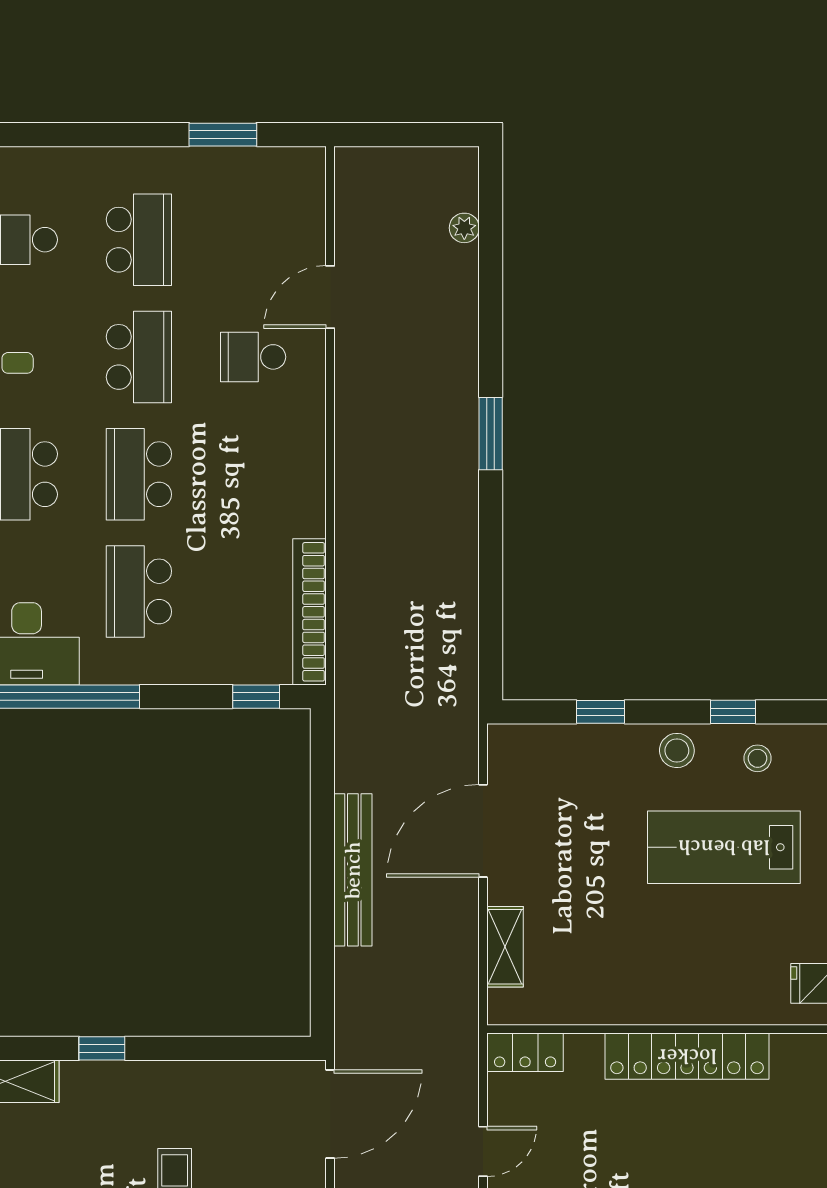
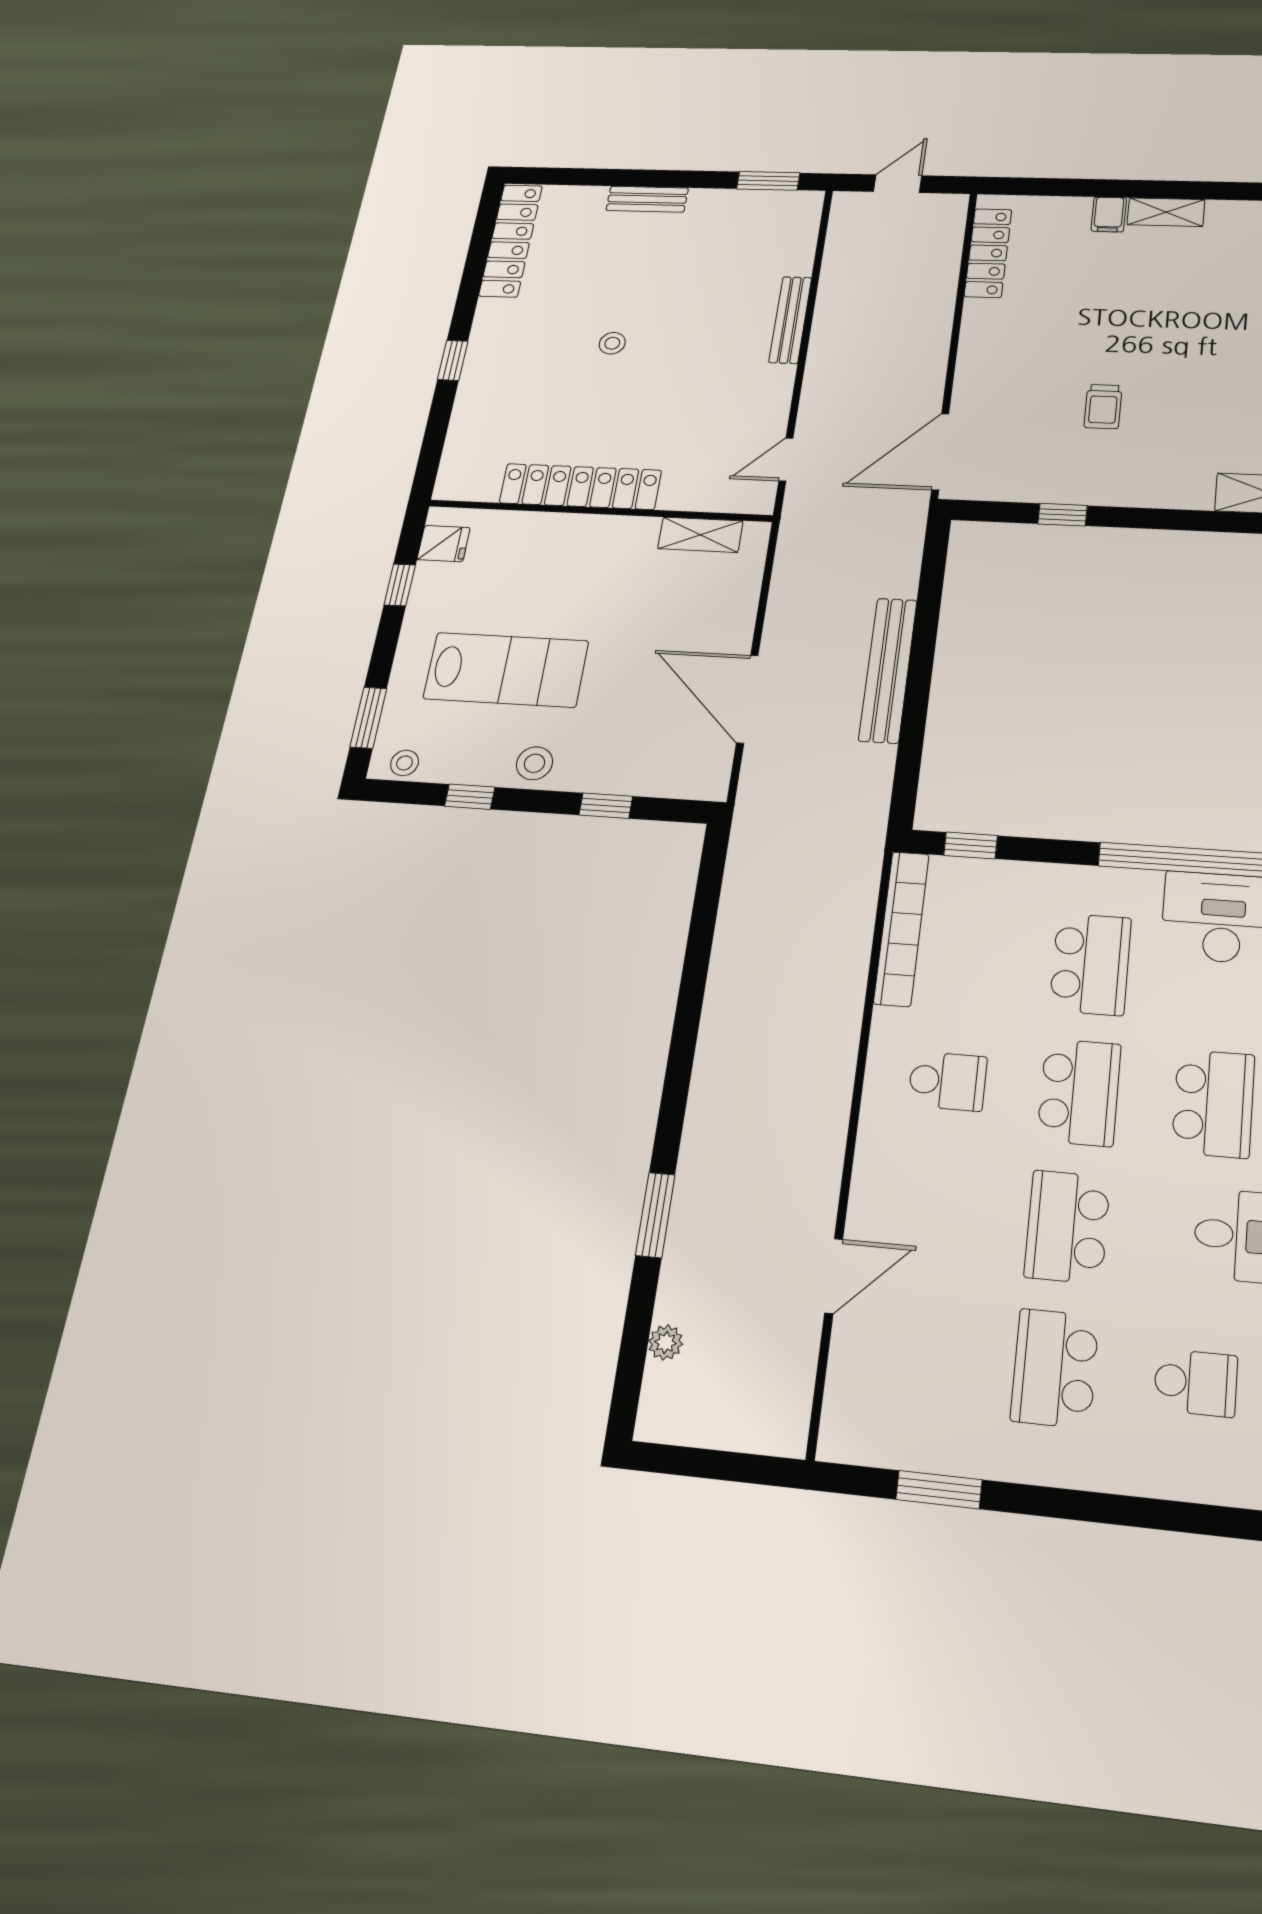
school desk: (253, 357) -> (947, 1081), moved
window: (491, 434) -> (655, 1215), moved
stool: (758, 758) -> (405, 763), moved
door: (483, 831) -> (747, 699), swing flipped
shelving: (505, 947) -> (700, 535), moved, turned 90
window: (102, 1048) -> (1063, 515), moved
locker: (525, 1052) -> (738, 497), removed
door: (483, 1151) -> (786, 460), moved

